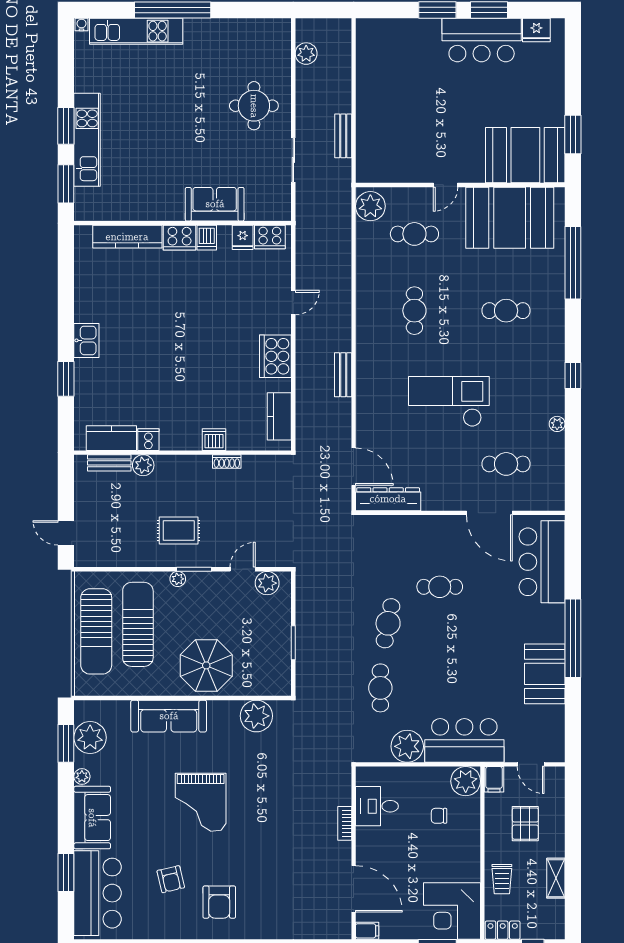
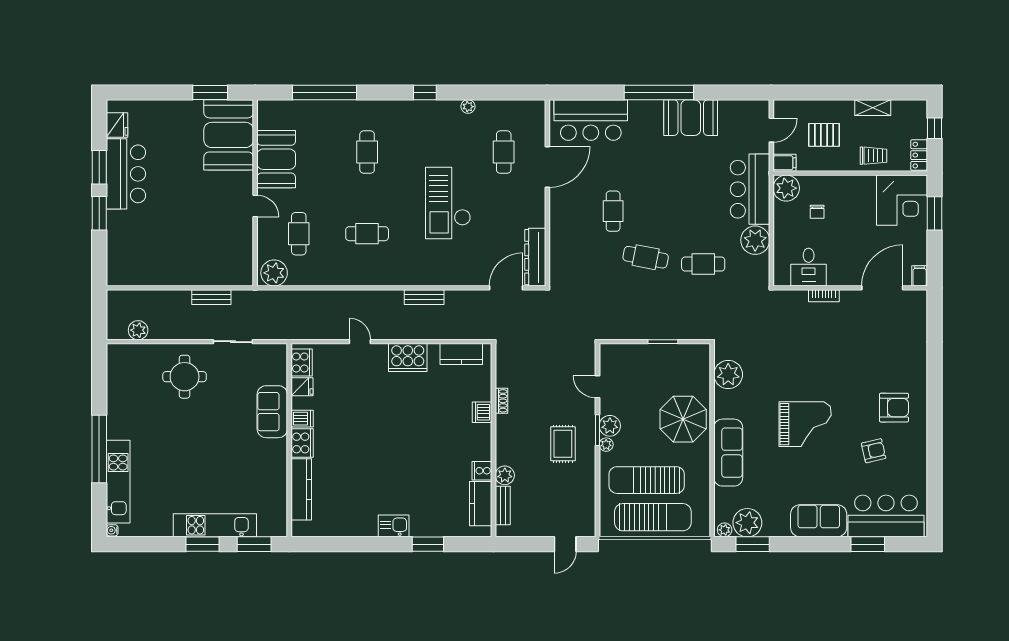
booth: (510, 218) -> (276, 159), width x0.73, depth x0.70
plant: (267, 583) -> (610, 426), moved
plant: (82, 776) -> (725, 530), moved

